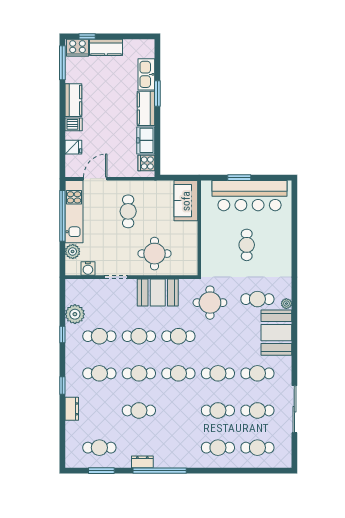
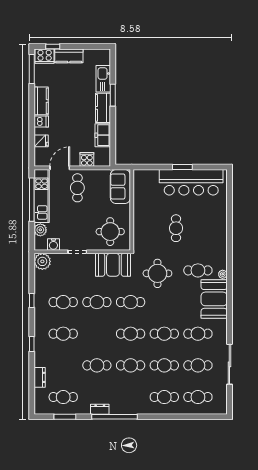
cooker: (146, 163) -> (87, 159), moved, turned 90
sofa: (186, 201) -> (120, 187), moved
cafe table: (128, 211) -> (77, 188), moved
wall: (199, 228) -> (132, 210), moved
cafe table: (247, 245) -> (176, 228), moved
plant: (75, 314) -> (42, 261), moved
cafe table: (139, 373) -> (131, 365), moved
dresser: (72, 409) -> (40, 377), moved

